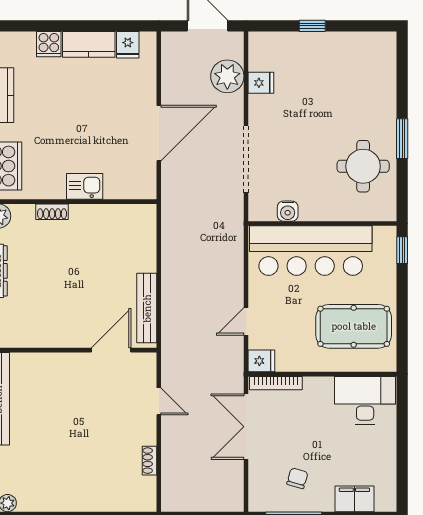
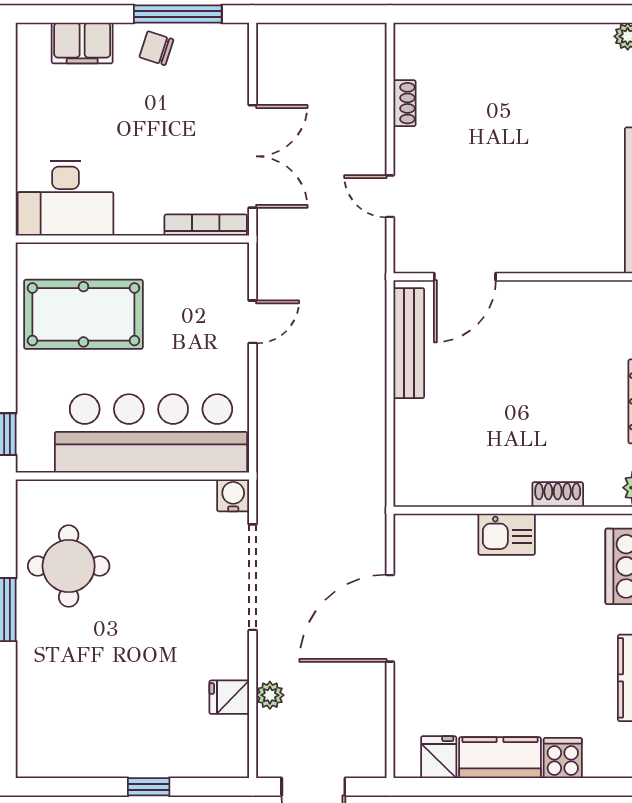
plant: (227, 76) -> (270, 695), width x0.53, depth x0.53
water cooler: (288, 211) -> (233, 495), moved
fridge: (261, 361) -> (228, 260), removed
chair: (297, 478) -> (156, 48), moved, turned 92

